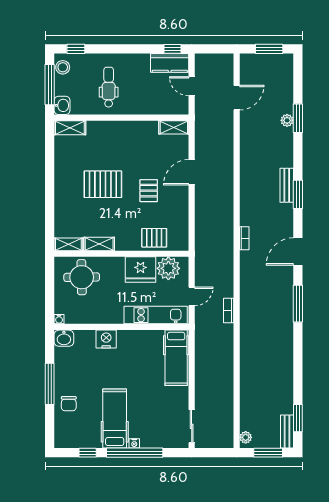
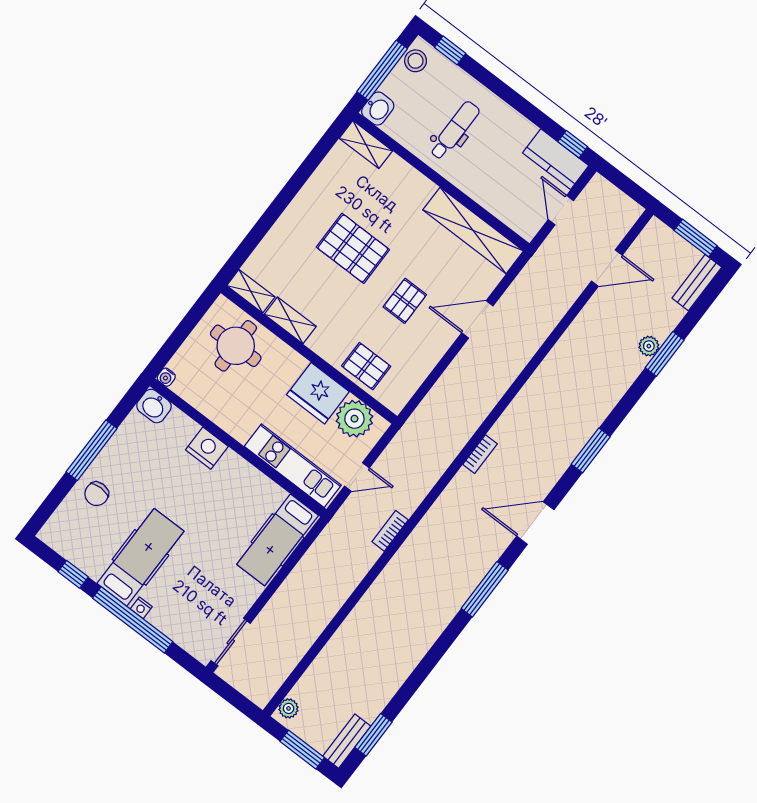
shelving: (174, 127) -> (473, 230), width x2.20, depth x1.33
bench: (287, 185) -> (697, 283), moved

